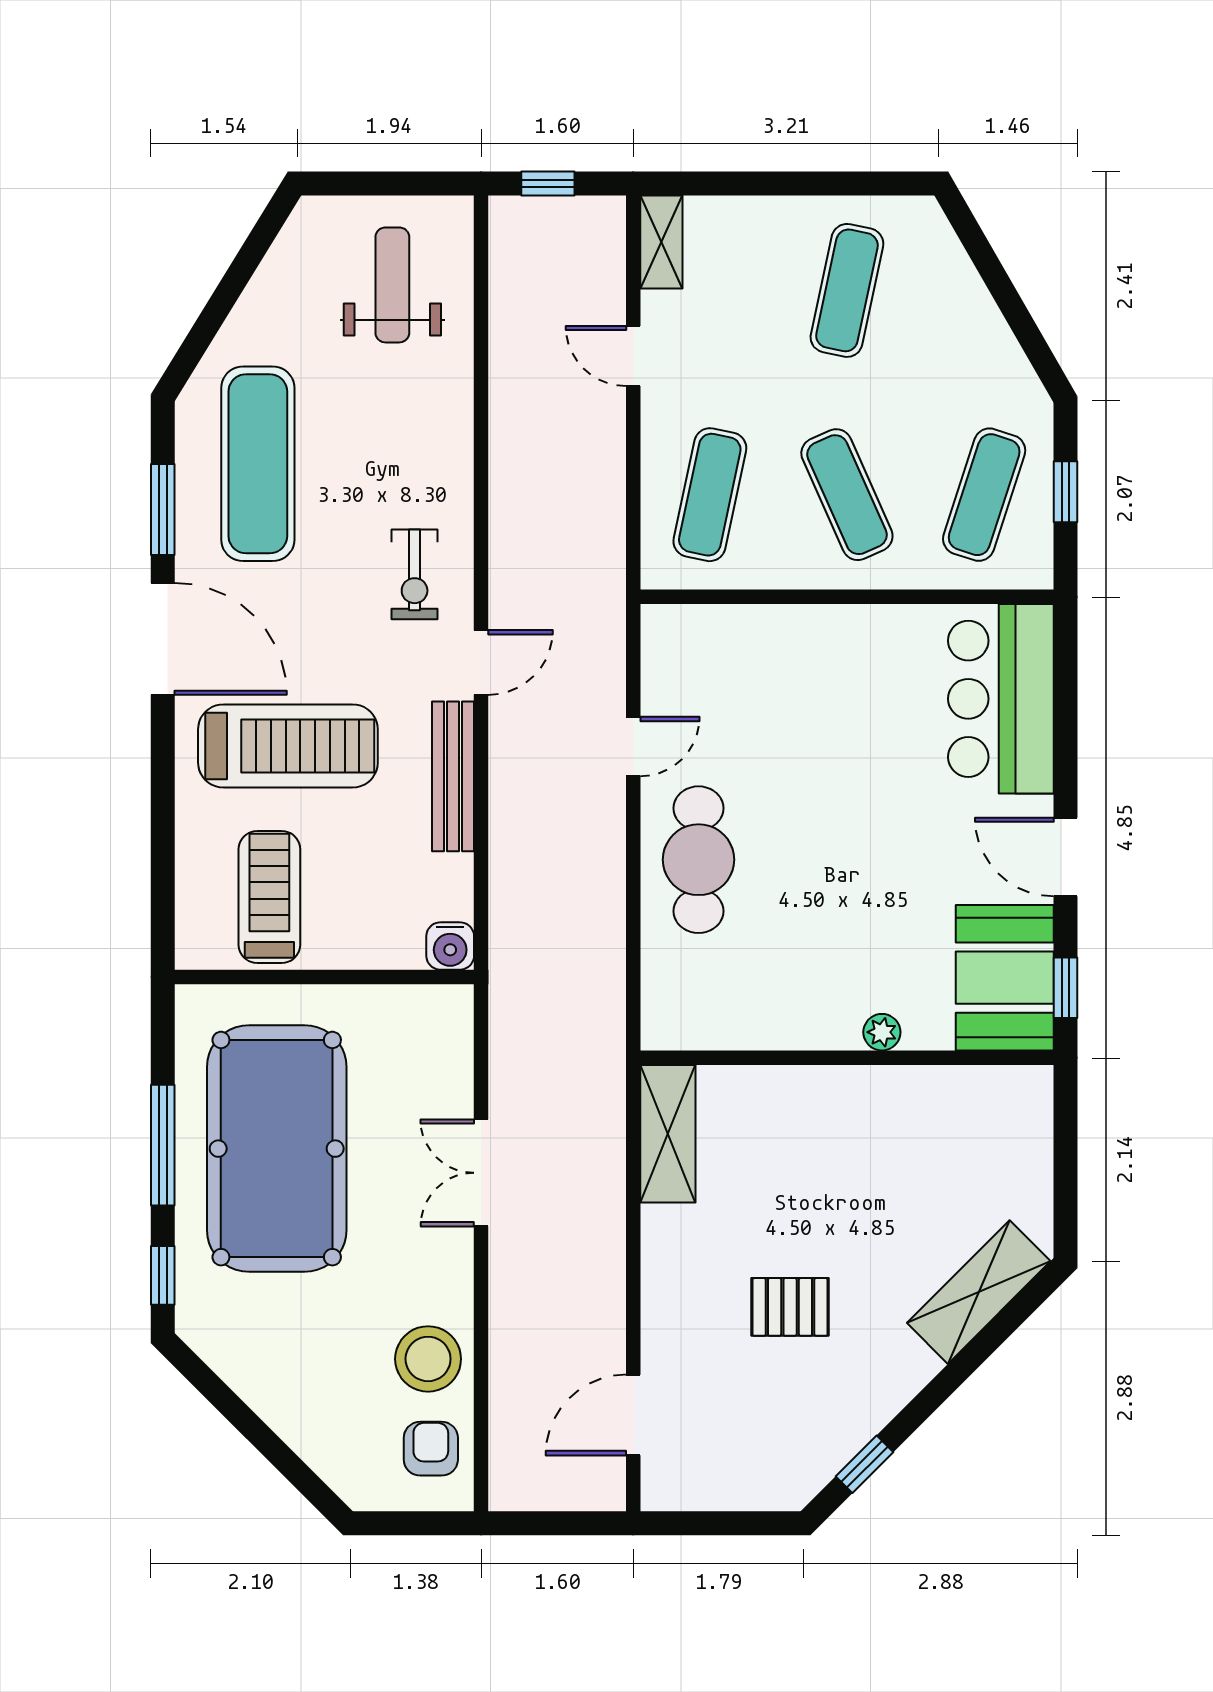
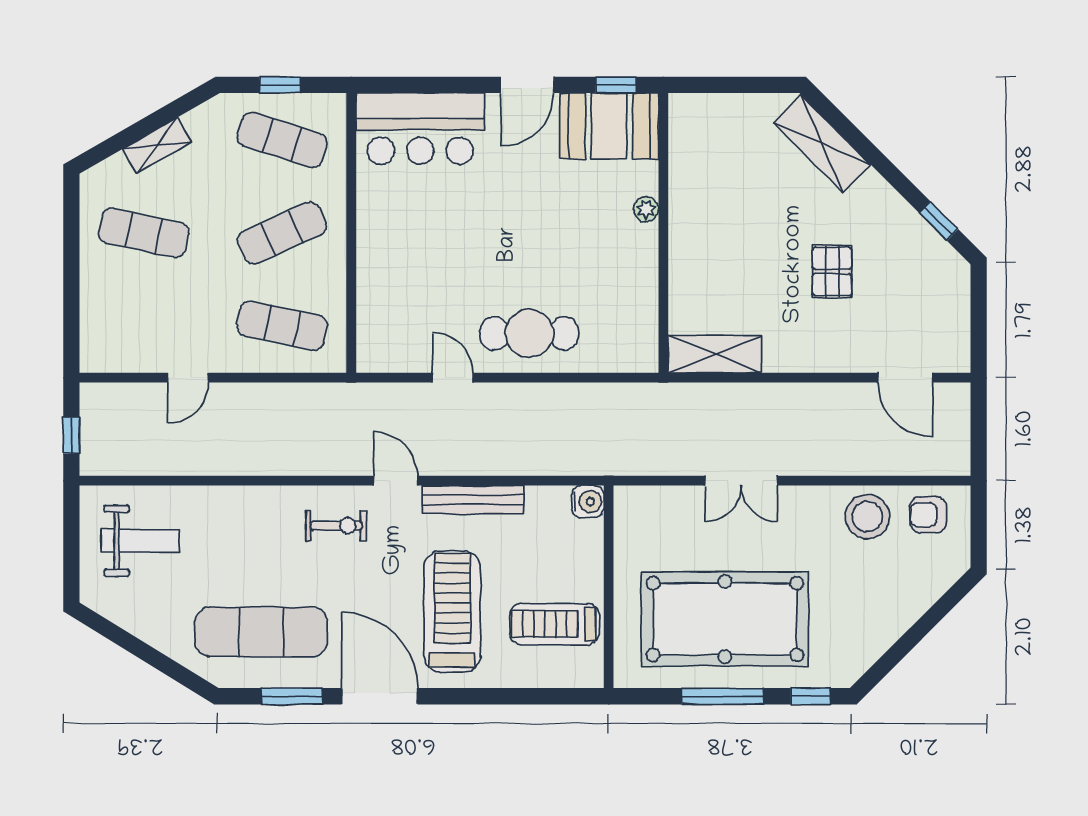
shelving: (661, 242) -> (157, 145), moved, turned -30
weight bench: (392, 285) -> (140, 541), turned 180
door: (163, 639) -> (380, 696), hinge flipped

